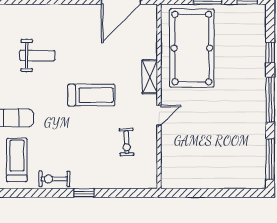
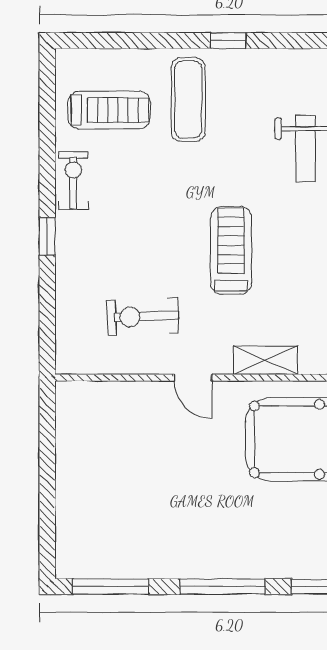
treadmill: (91, 95) -> (231, 250), turned 180
exercise bike: (127, 142) -> (143, 316), width x1.38, depth x1.39

